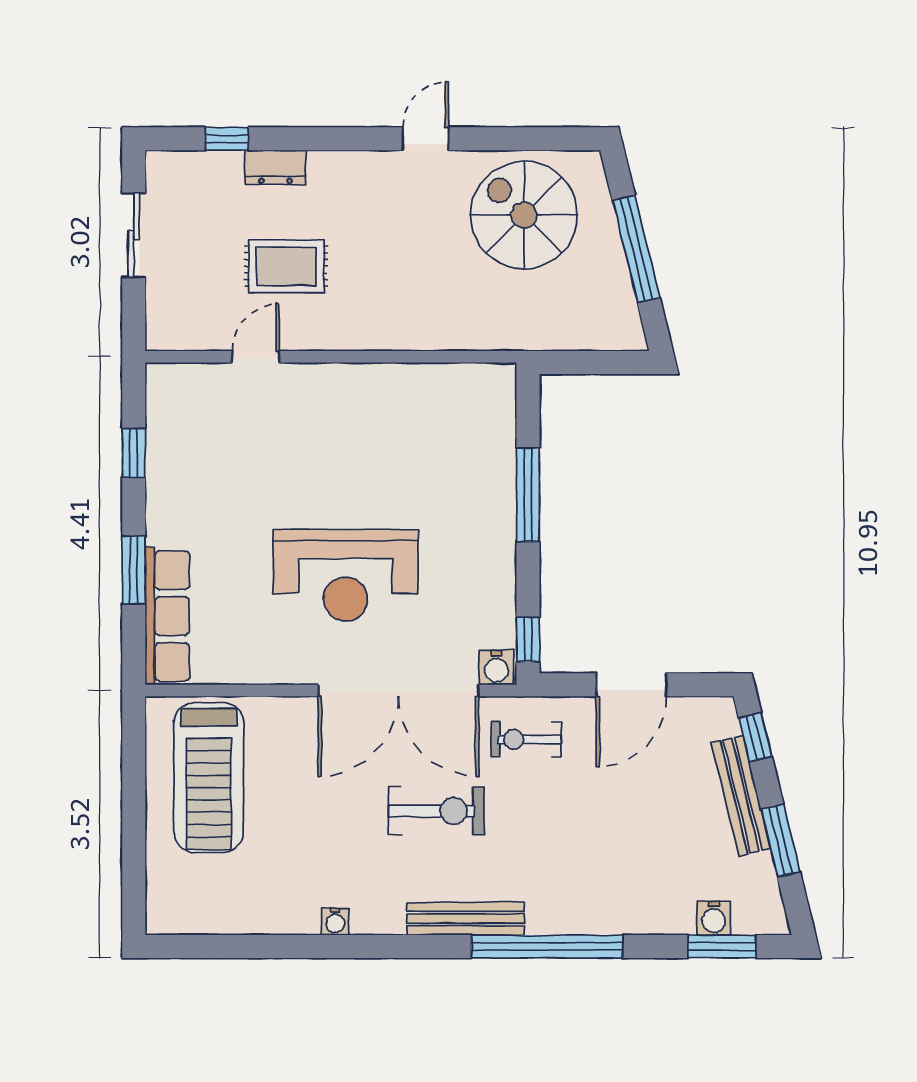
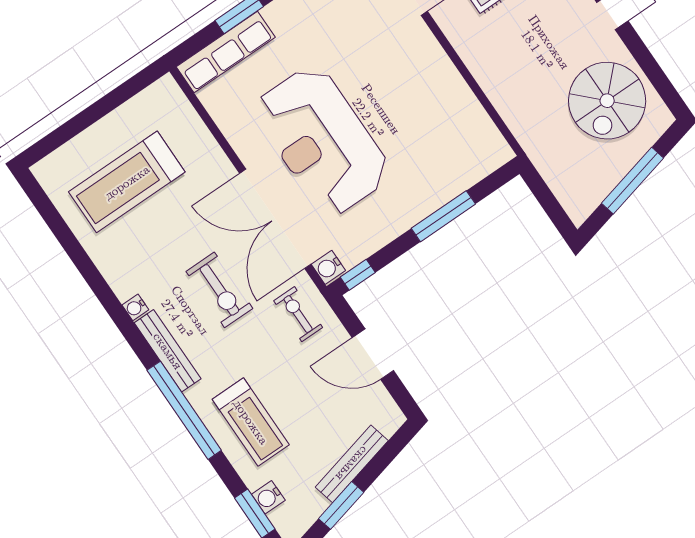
spiral stairs: (524, 215) -> (607, 101), turned 180
reception desk: (345, 575) -> (322, 141), width x1.36, depth x1.30
window: (755, 737) -> (392, 449), removed
treadmill: (209, 777) -> (127, 182), moved
treadmill: (613, 879) -> (251, 422), added
water cooler: (335, 921) -> (135, 307), moved

